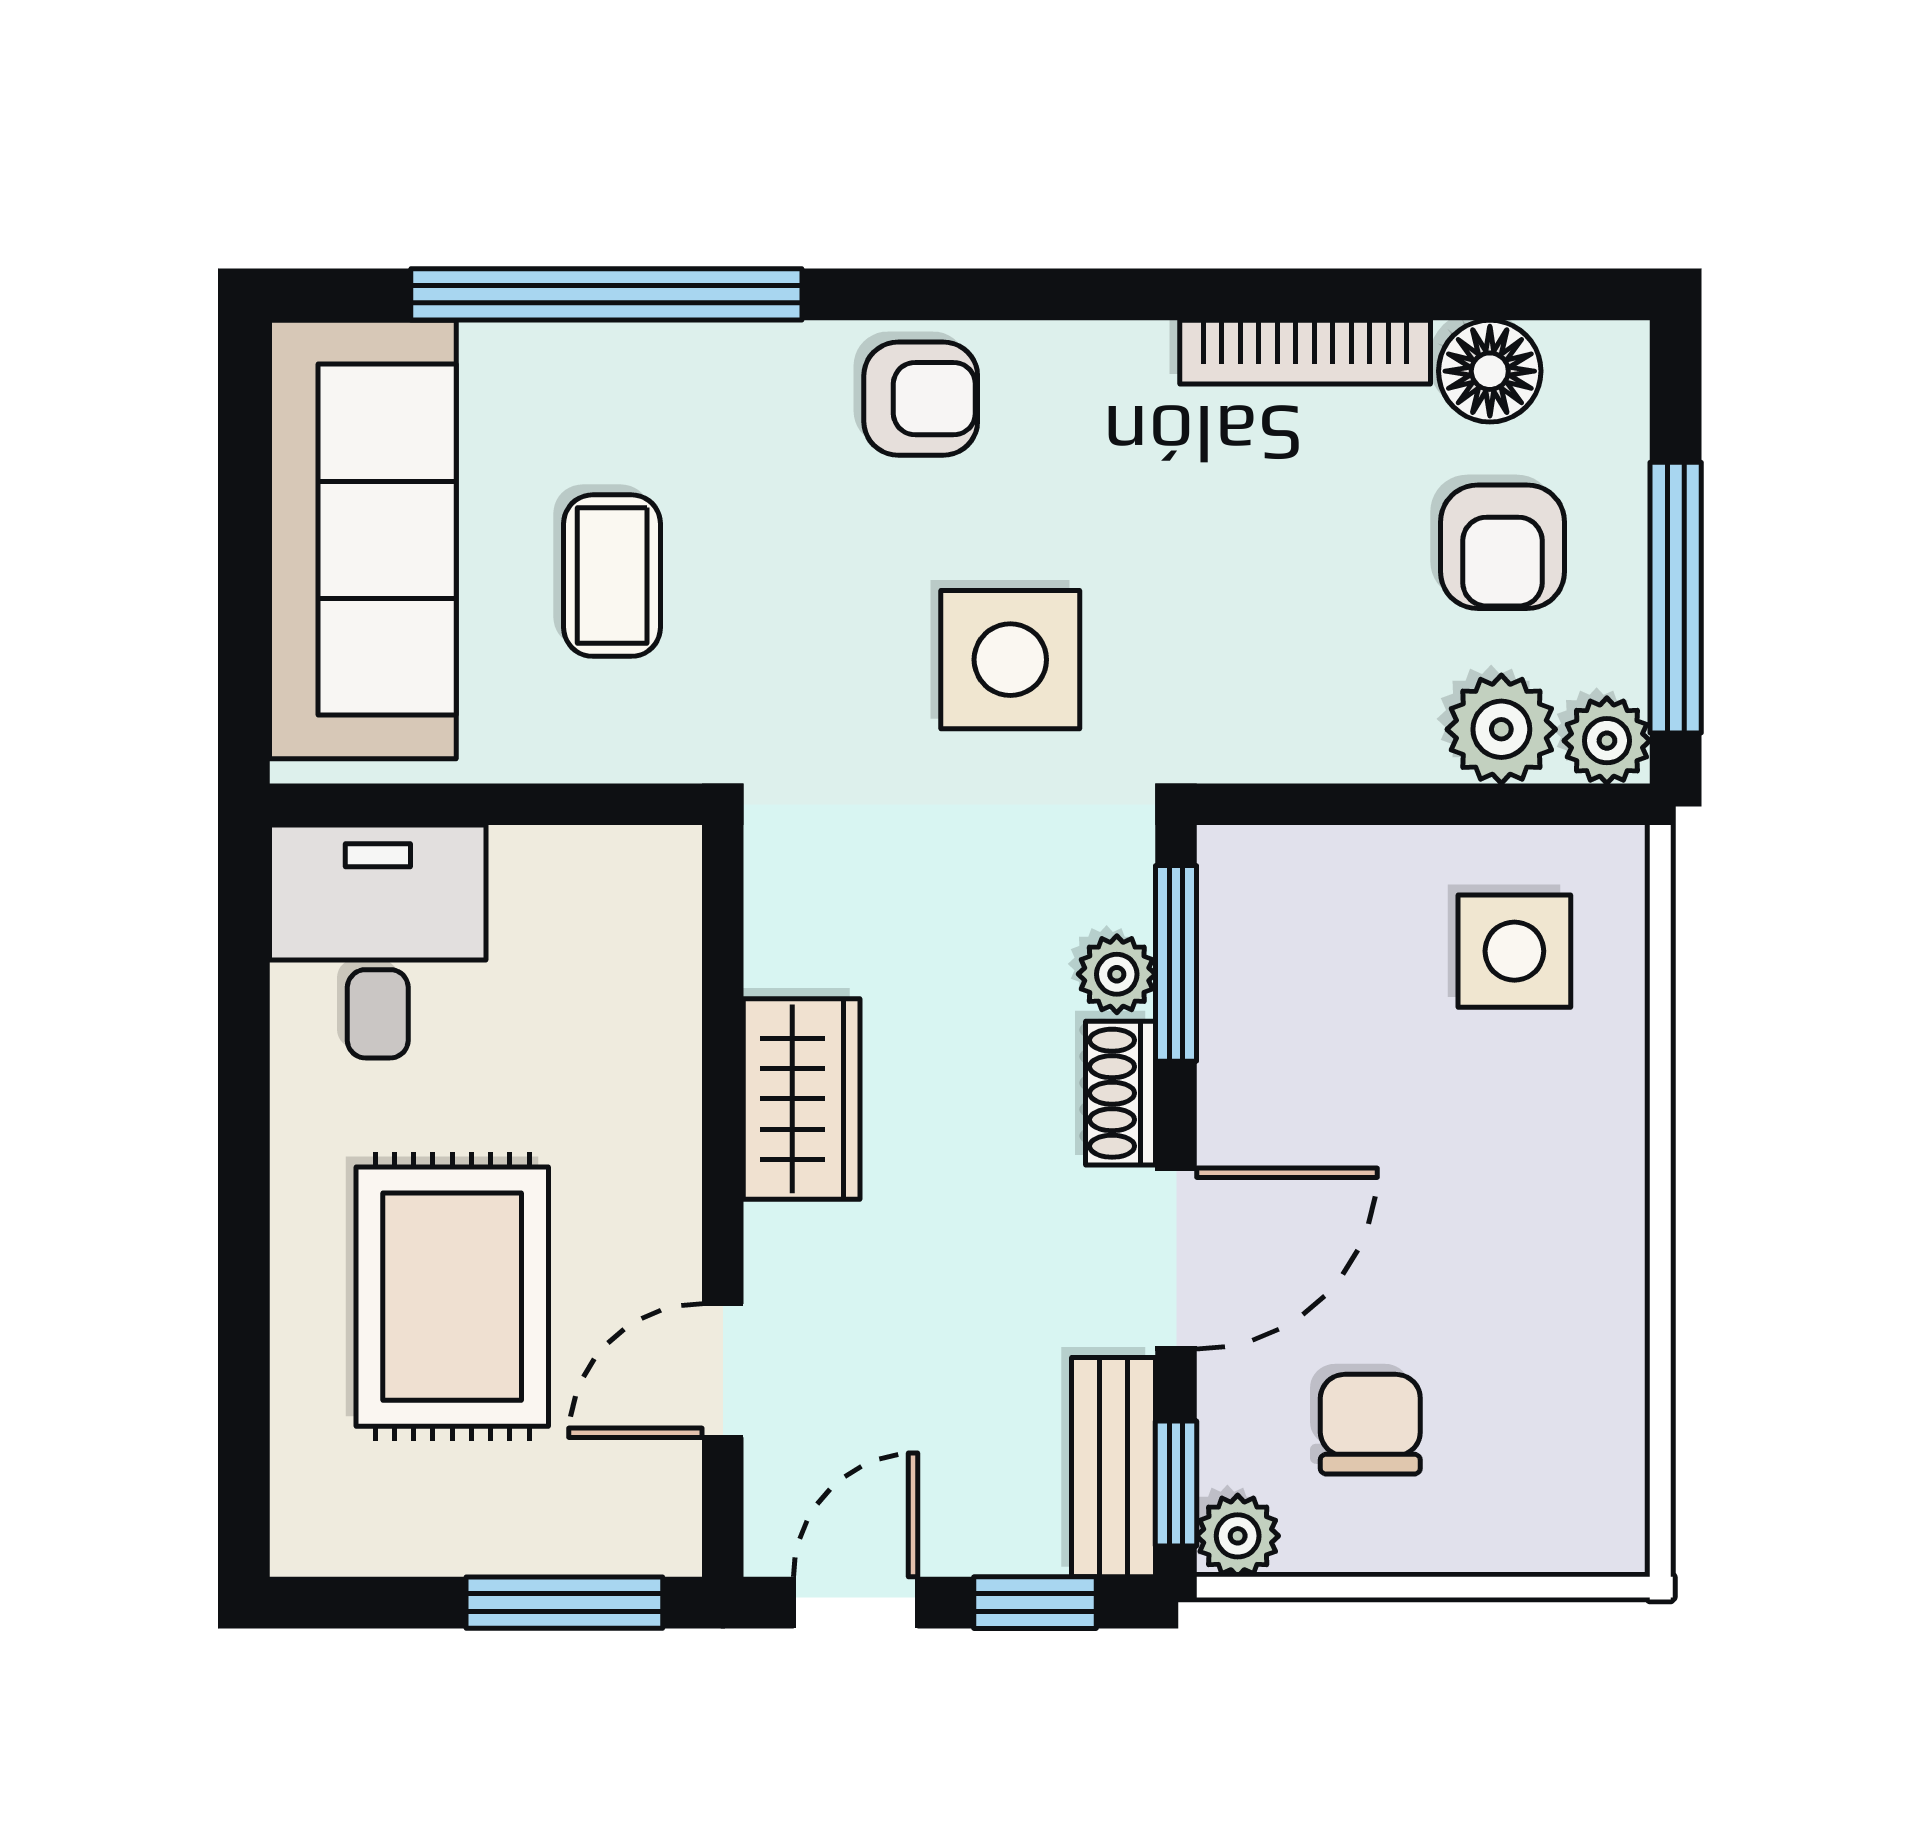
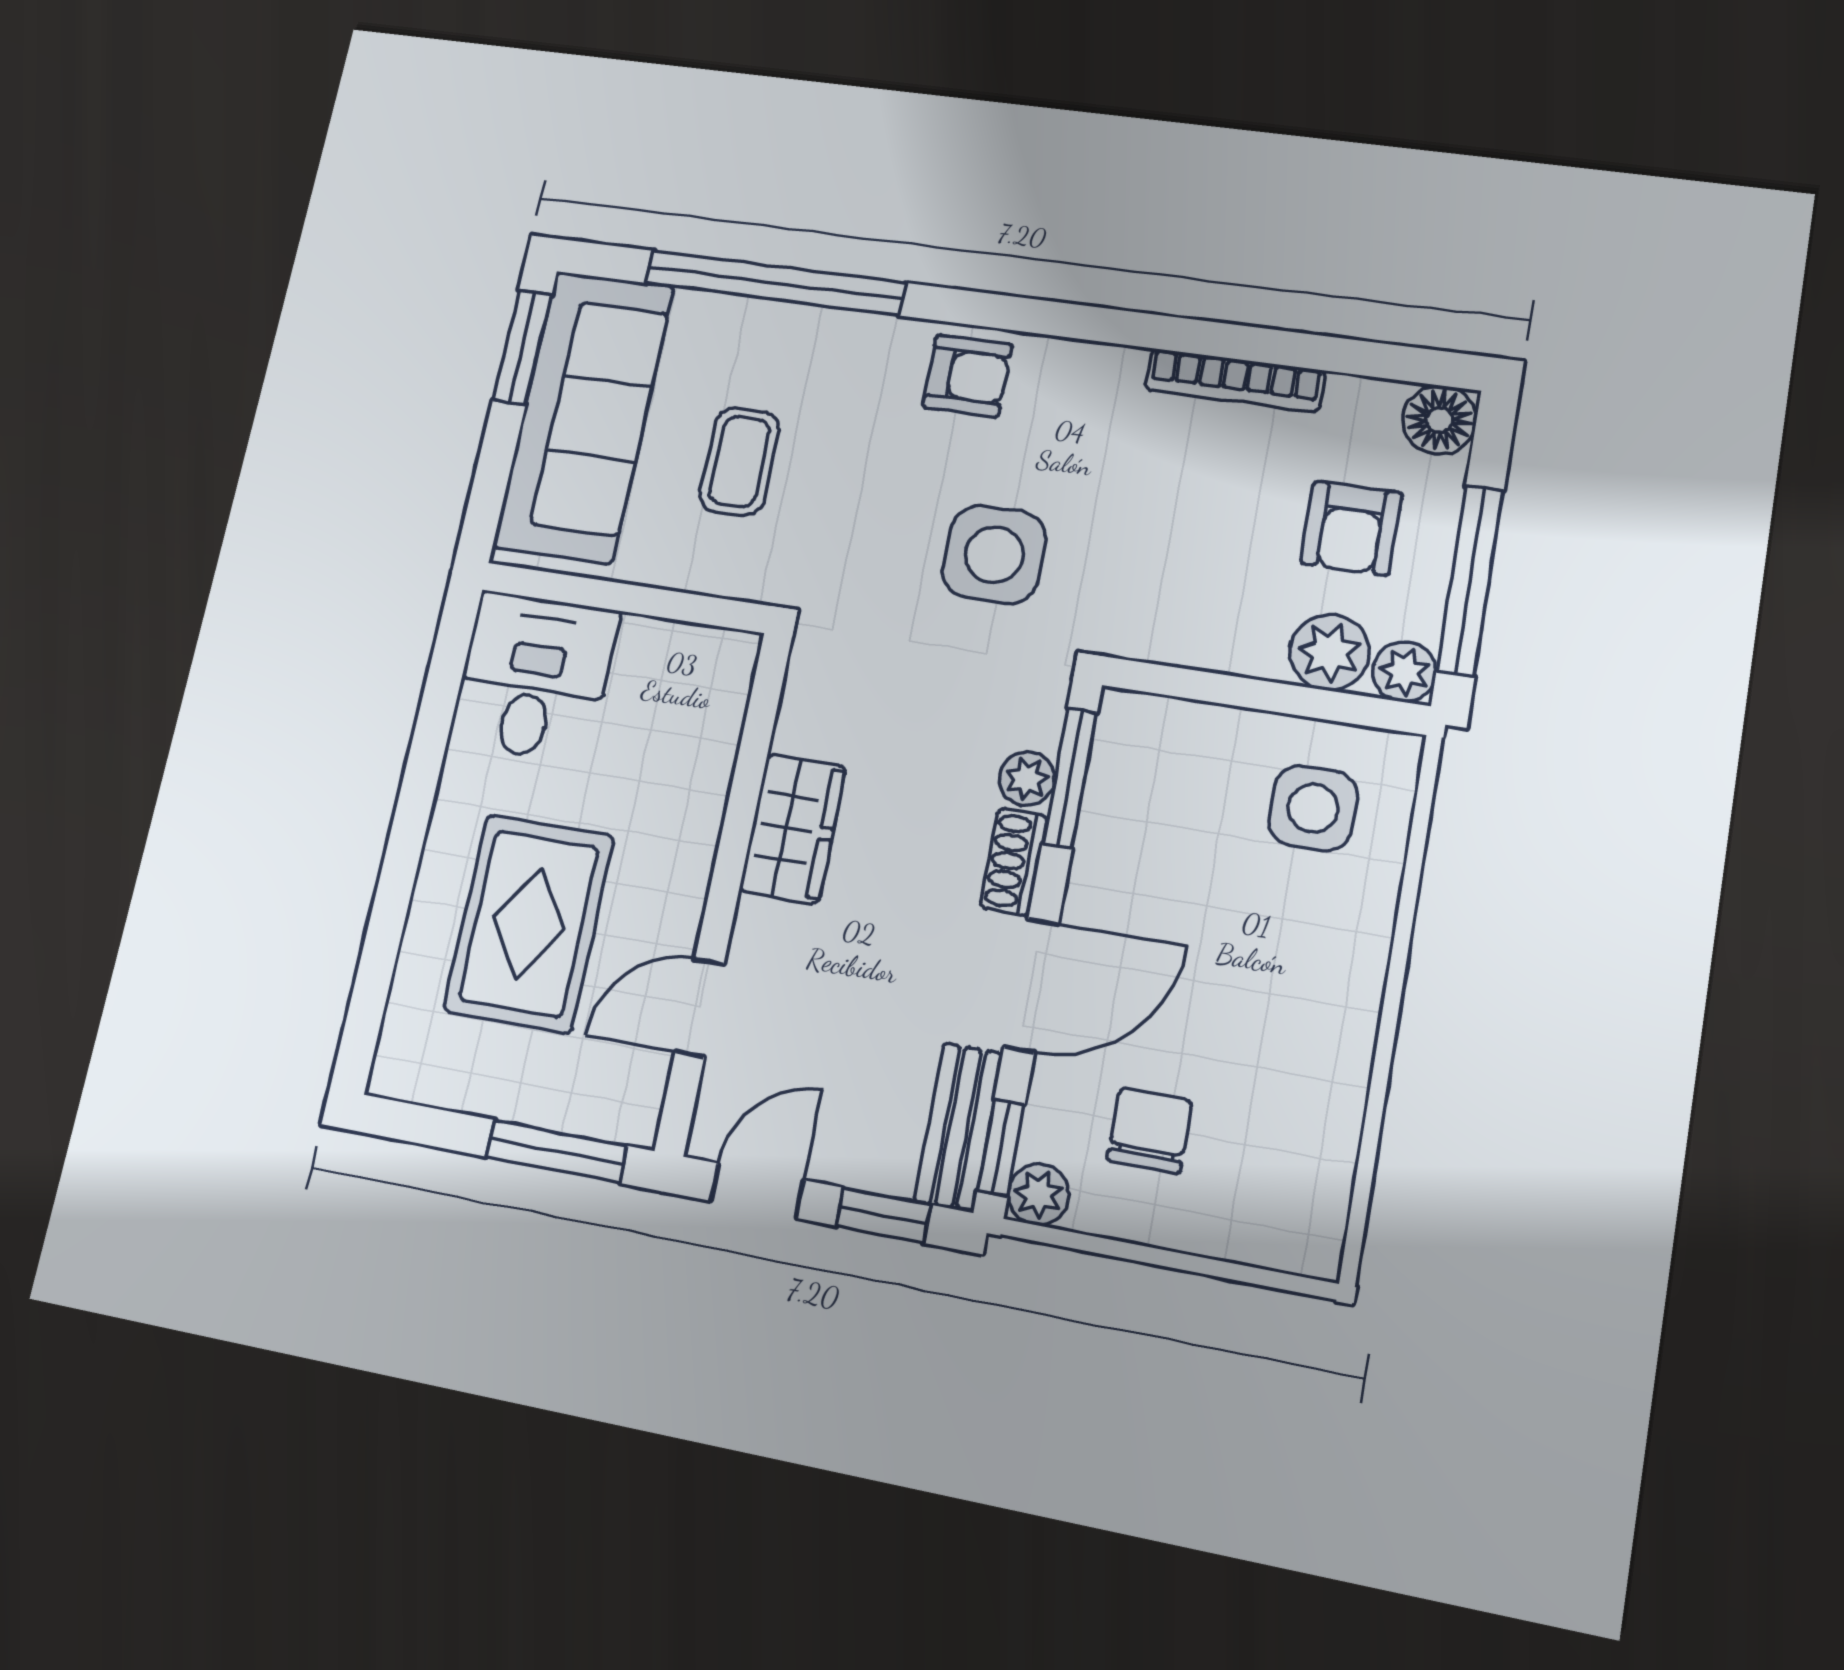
floor lamp: (1490, 371) -> (1439, 420), moved
window: (244, 446) -> (522, 347), added

